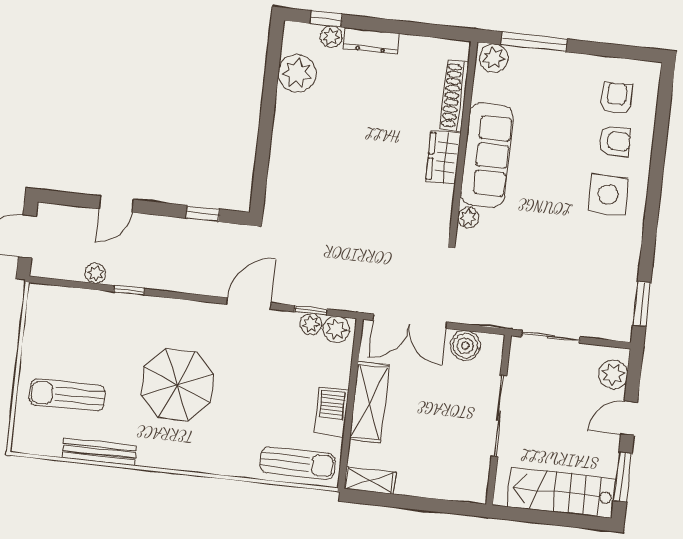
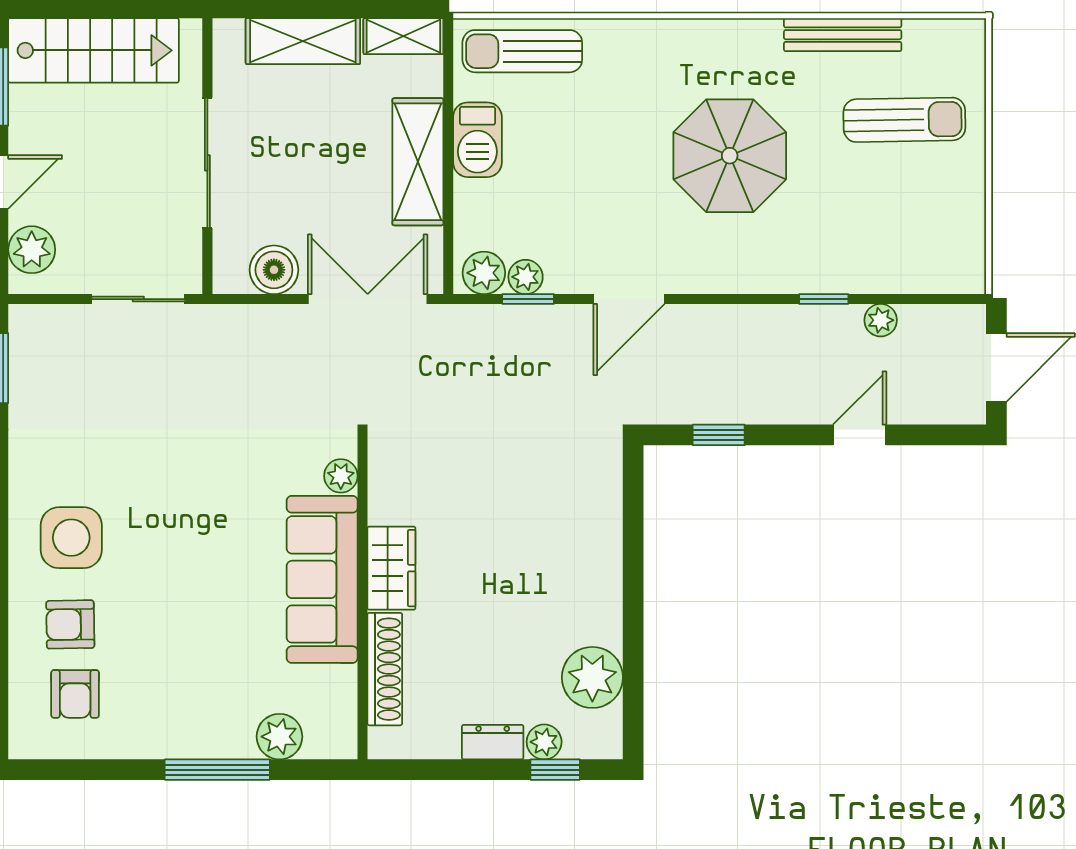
dresser: (371, 41) -> (493, 742), width x0.70
shoe rack: (454, 96) -> (385, 669), moved
wall: (463, 142) -> (362, 597), moved
sofa: (487, 155) -> (322, 579), moved
wardrobe: (443, 157) -> (391, 568), moved
plant: (468, 218) -> (341, 476), moved
shelving: (432, 484) -> (303, 41), added

